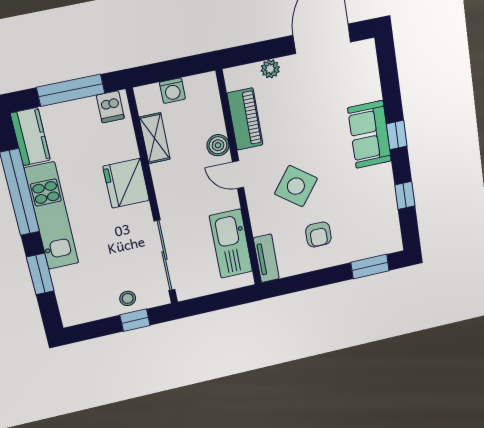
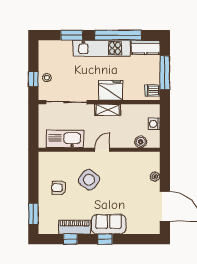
piano: (245, 119) -> (75, 227), moved, turned 180
shelving: (155, 138) -> (108, 110), moved
boiler: (218, 145) -> (141, 142), moved
tv unit: (266, 258) -> (52, 157), removed

